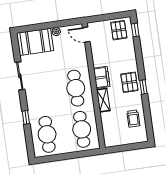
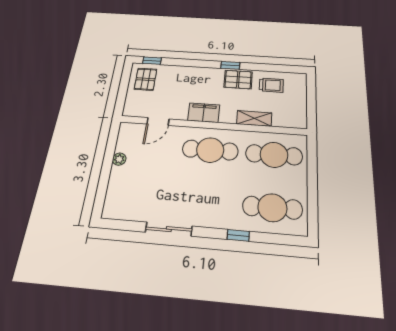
pallet: (119, 30) -> (146, 79), turned 90
door: (86, 35) -> (158, 121), moved
booth: (35, 42) -> (124, 193), removed
pallet: (129, 82) -> (238, 79), moved
shelving: (103, 100) -> (254, 118), moved

